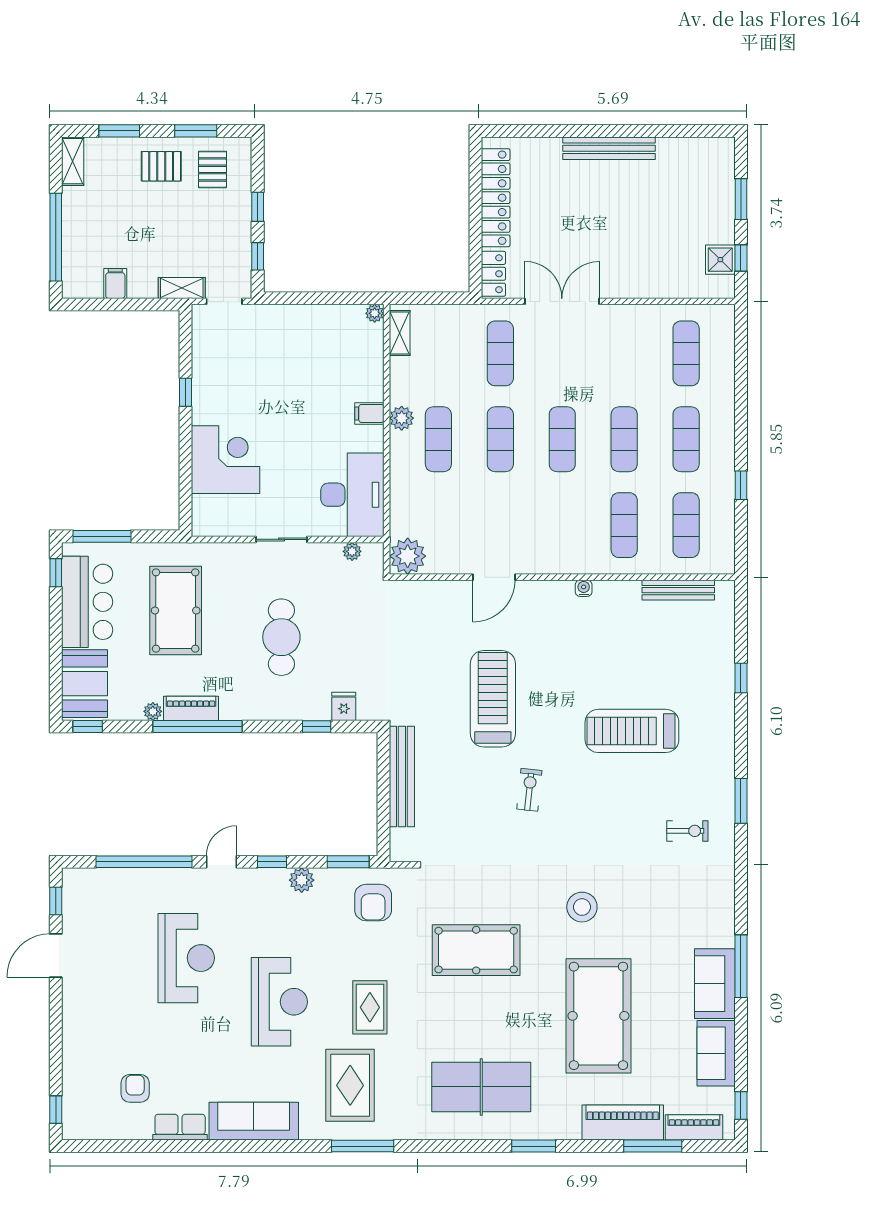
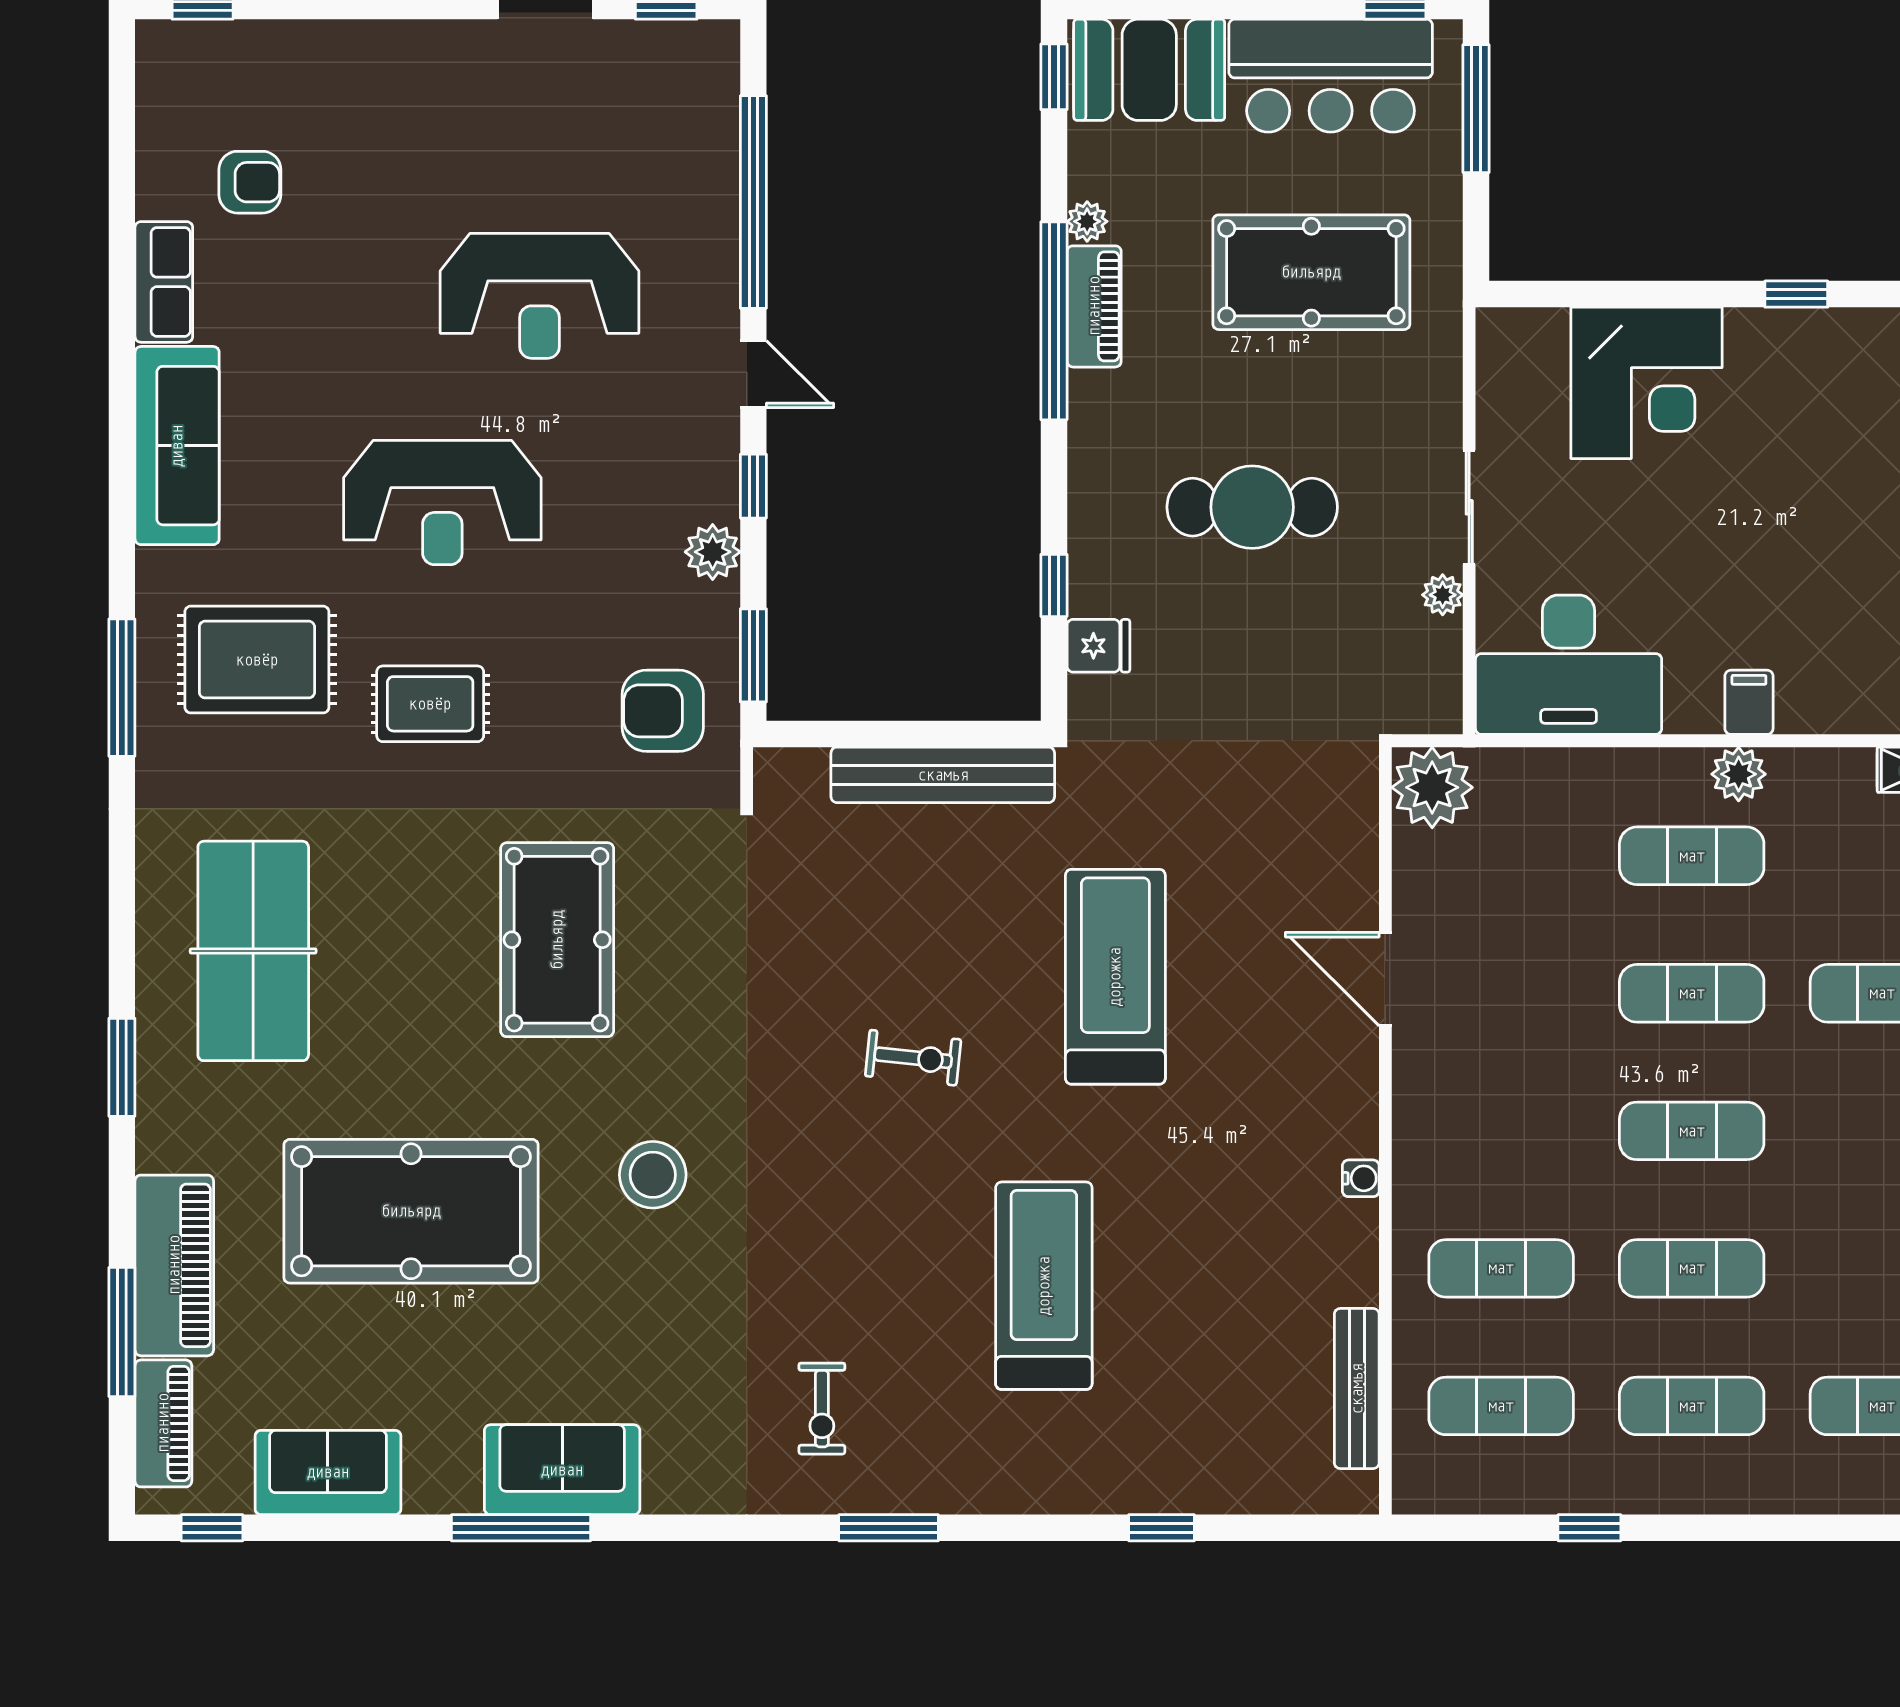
plant: (352, 551) -> (1443, 595), moved
treadmill: (493, 699) -> (1115, 977), turned -90
sofa: (715, 984) -> (562, 1470), moved

